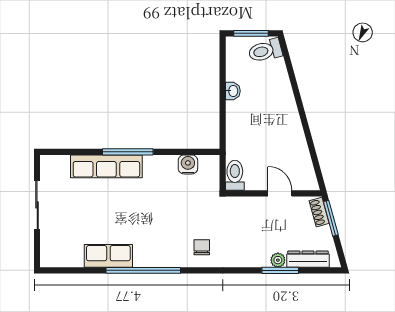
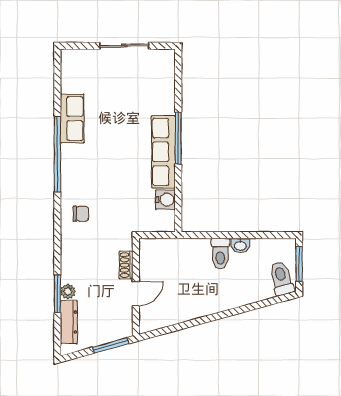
row of seats: (106, 166) -> (163, 152), moved
toilet: (235, 175) -> (220, 254), moved, turned 90
shoe rack: (319, 212) -> (126, 265), moved, turned -75

